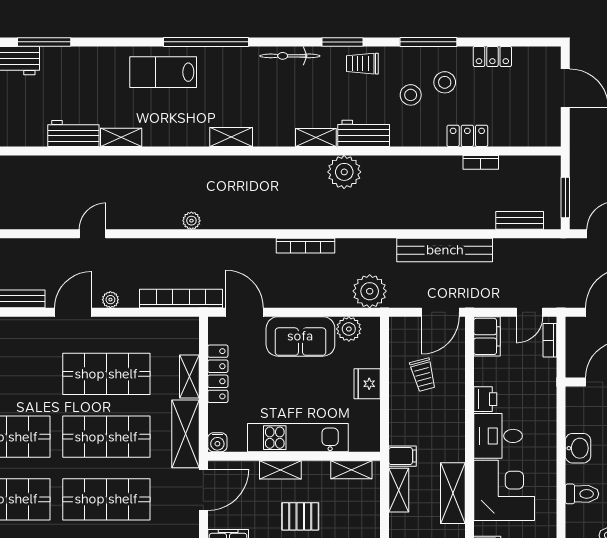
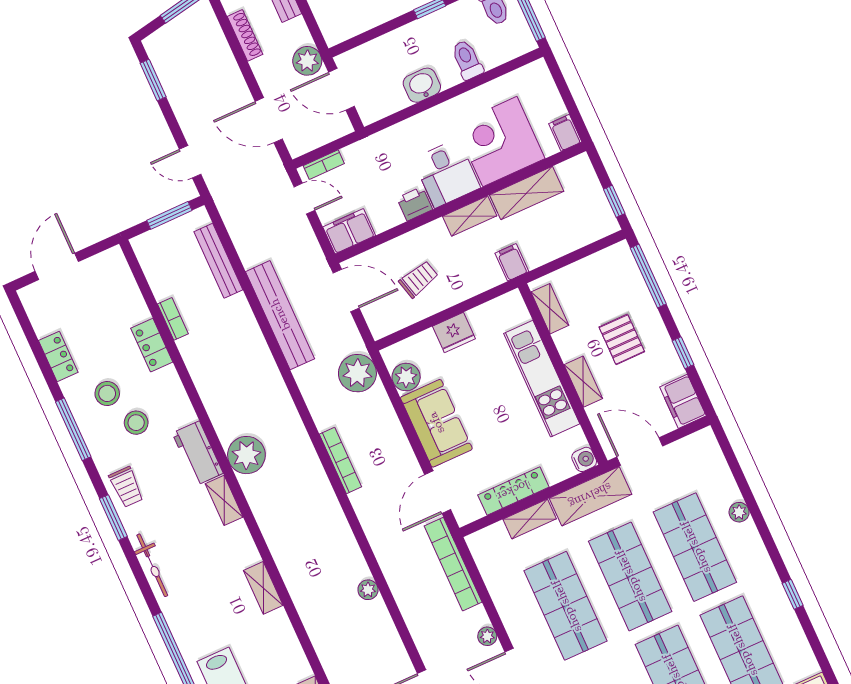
bench: (520, 220) -> (218, 261), width x1.36
shelving: (399, 490) -> (470, 216), moved

